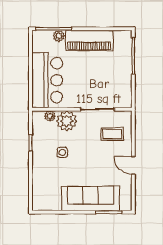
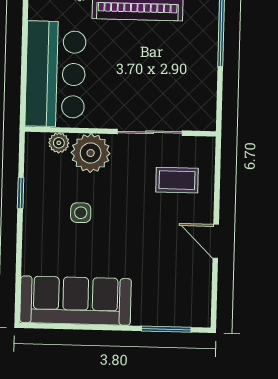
sofa: (91, 198) -> (76, 301), moved

